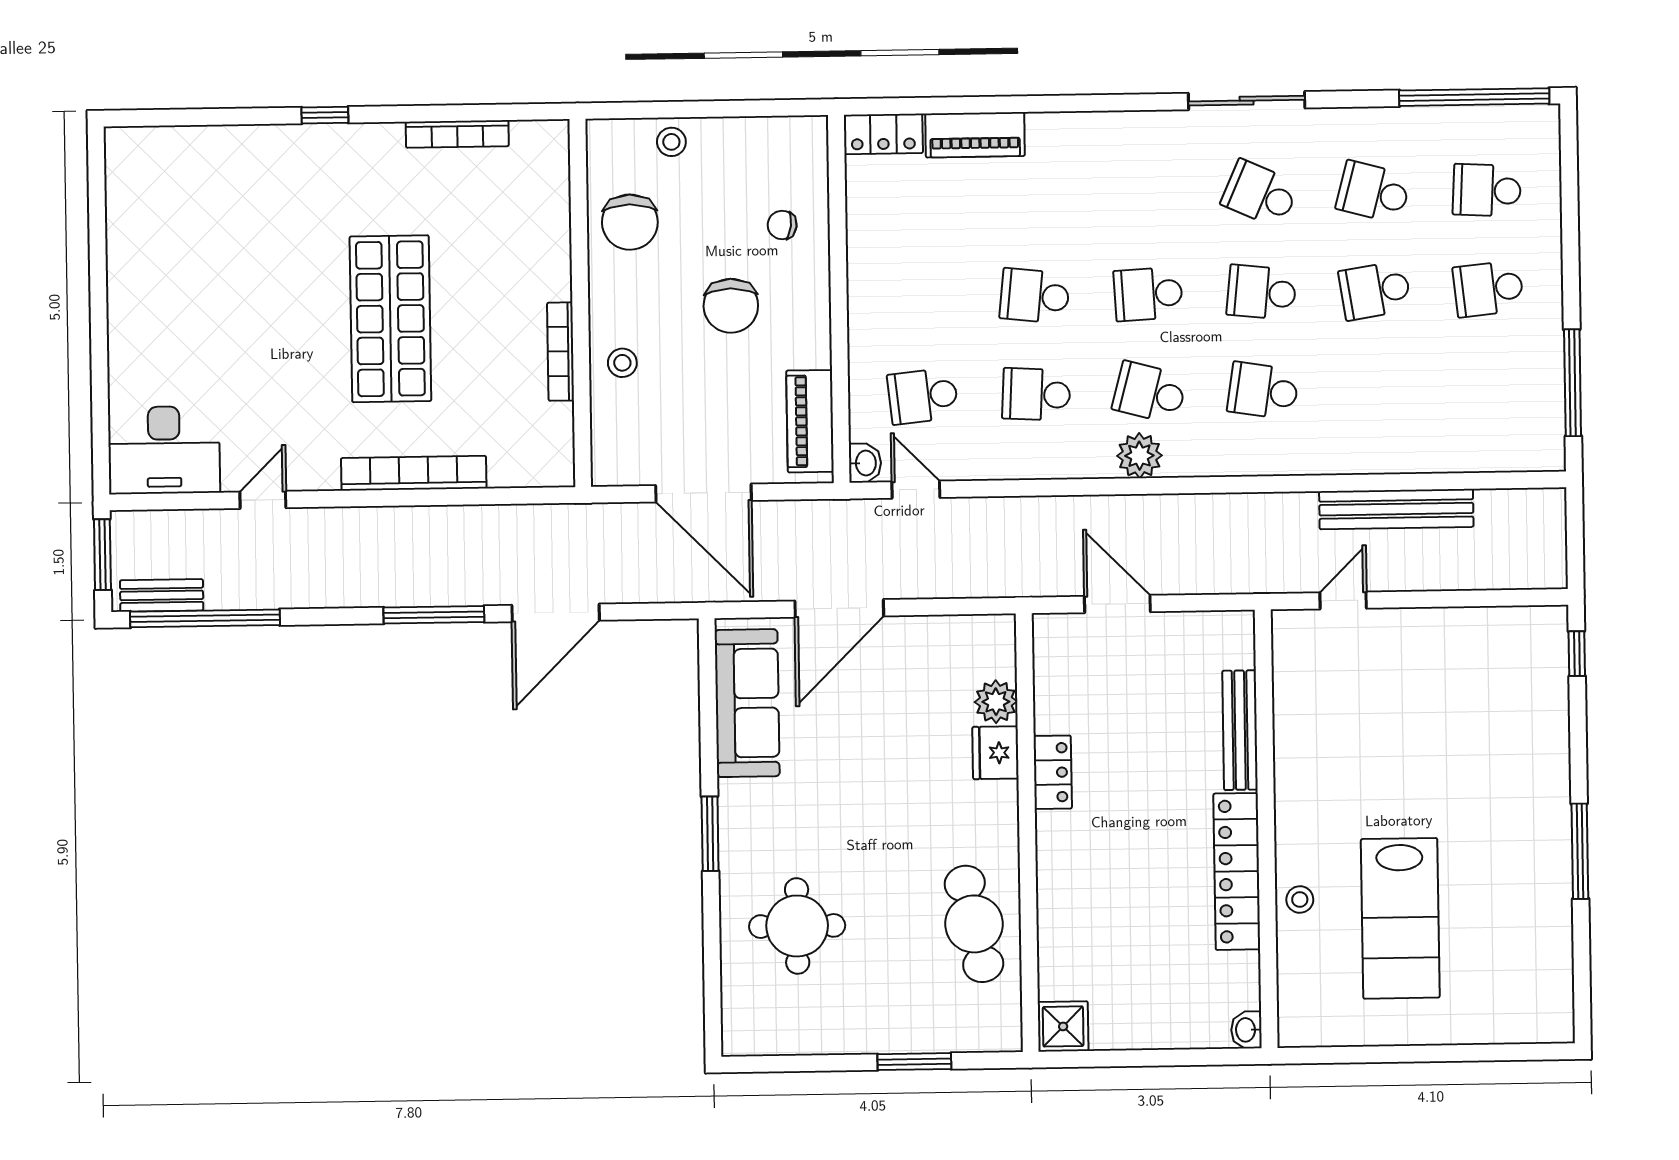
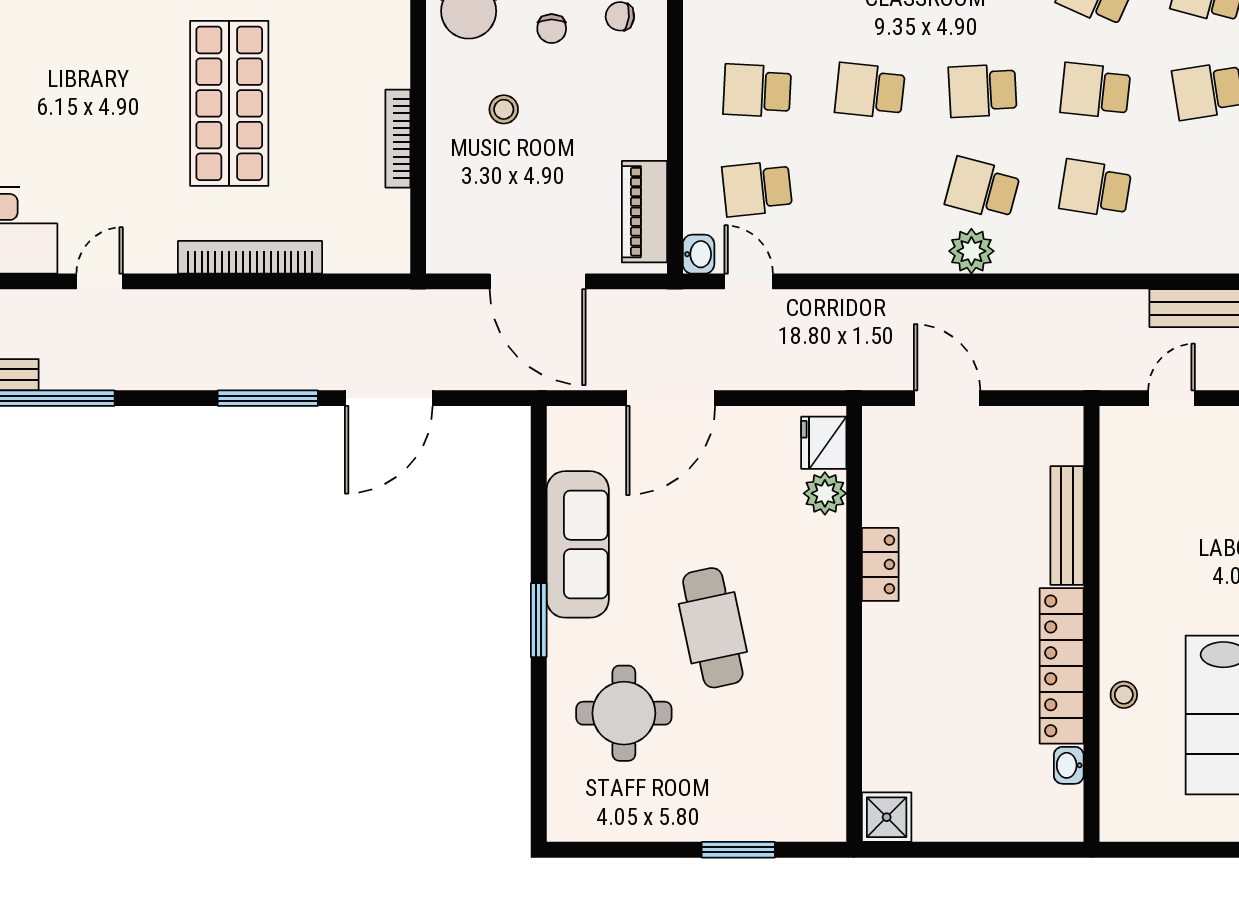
chair: (731, 306) -> (552, 29), moved, width x0.54, depth x0.54
stool: (622, 363) -> (504, 109), moved
school desk: (1036, 394) -> (757, 91), moved
sofa: (747, 703) -> (578, 544), moved
fridge: (996, 753) -> (824, 443), moved
cafe table: (974, 924) -> (713, 628), moved
washbasin: (1246, 1030) -> (1069, 765), moved

